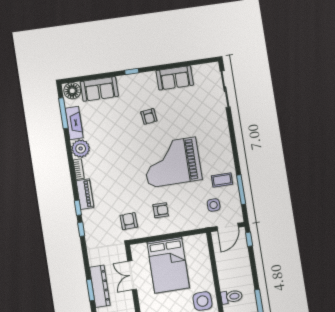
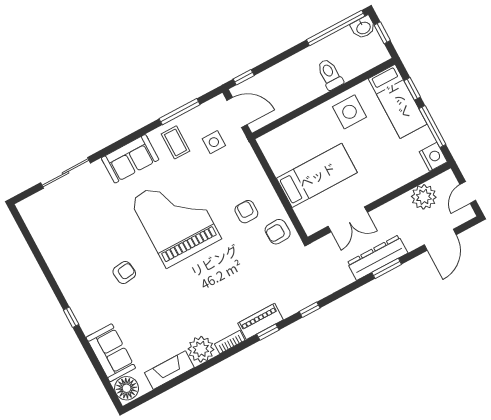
sofa: (175, 78) -> (130, 159), moved, turned 90
sliding door: (225, 89) -> (66, 173), moved
window: (63, 113) -> (161, 389), removed
grand piano: (172, 162) -> (176, 219), turned 180
window: (78, 208) -> (268, 332), moved
armchair: (129, 221) -> (278, 232), moved
bed: (168, 265) -> (317, 175), width x0.67

